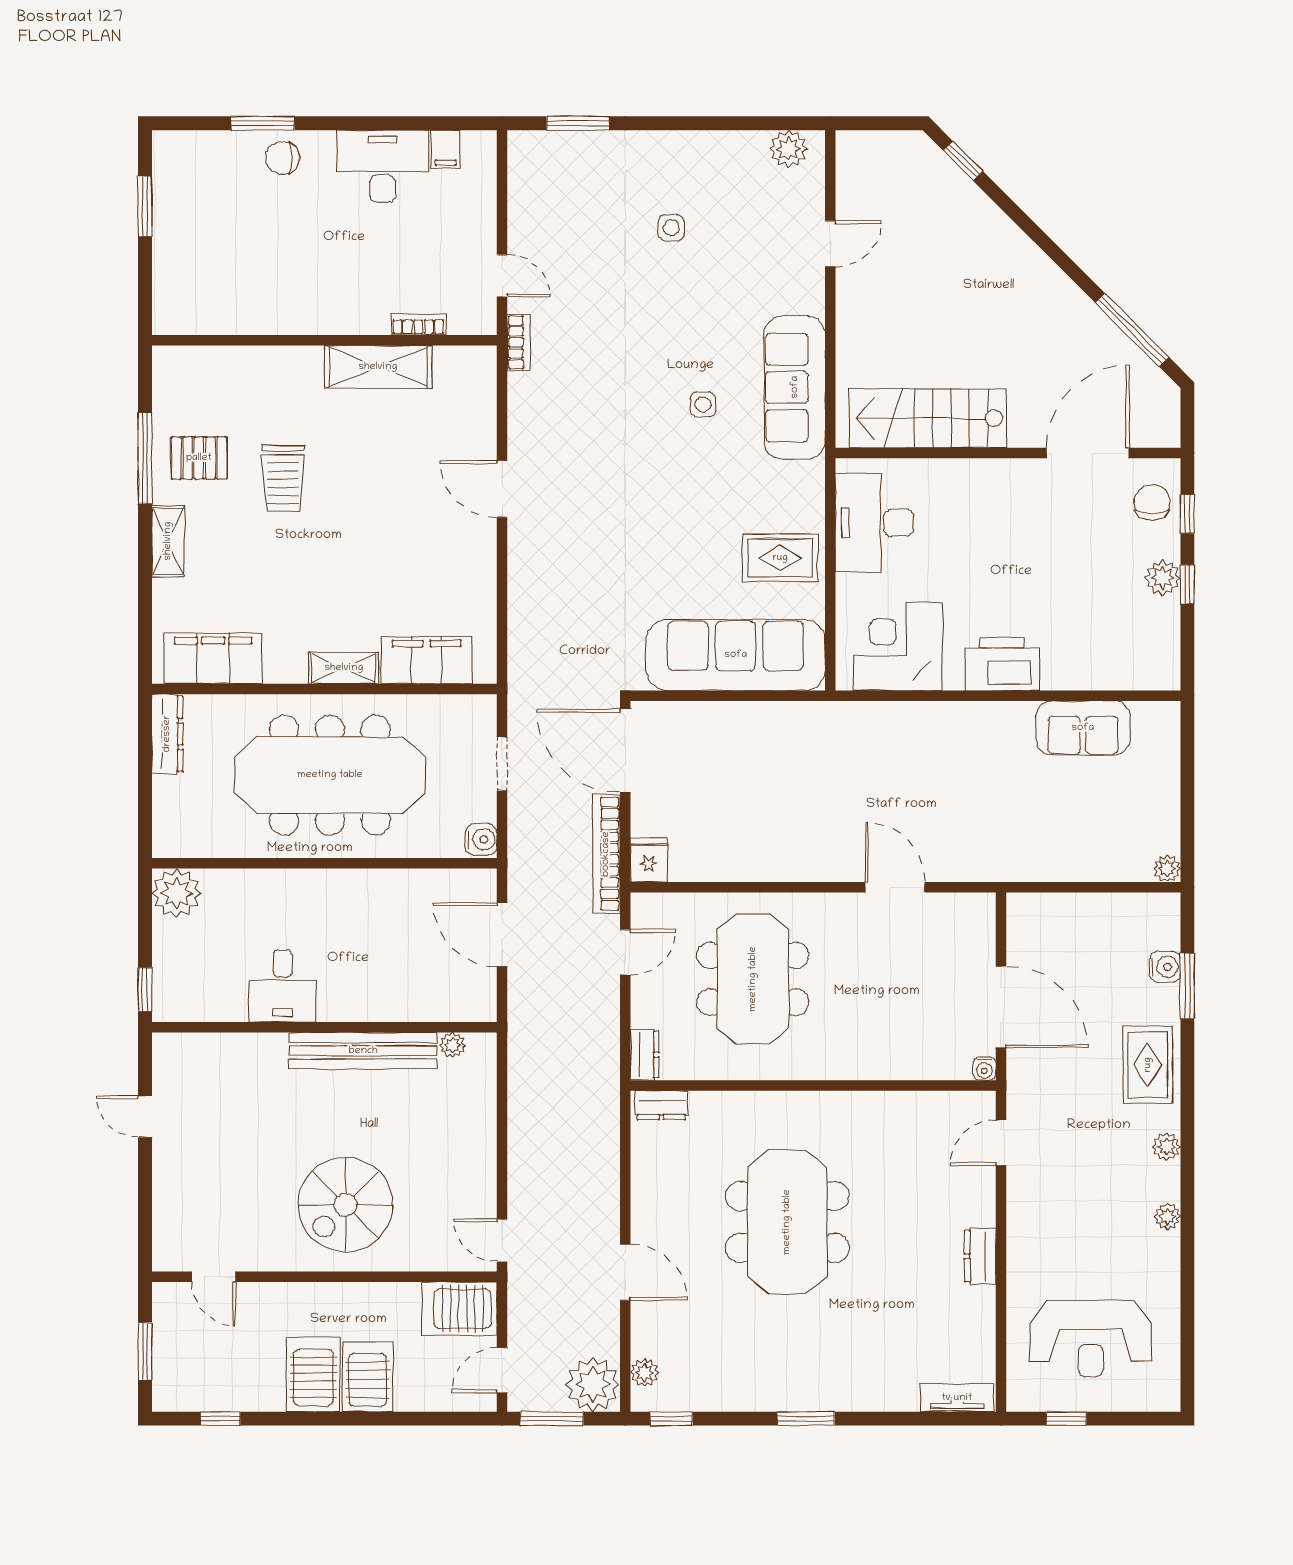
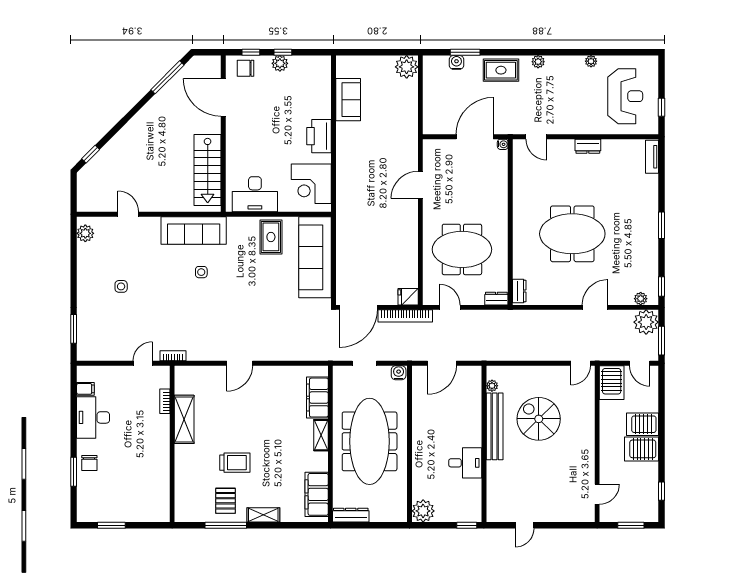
plant: (1167, 869) -> (407, 67), width x1.87, depth x1.87
spiral stairs: (346, 1205) -> (539, 419), moved, turned 180
plant: (1167, 1216) -> (591, 61), moved

